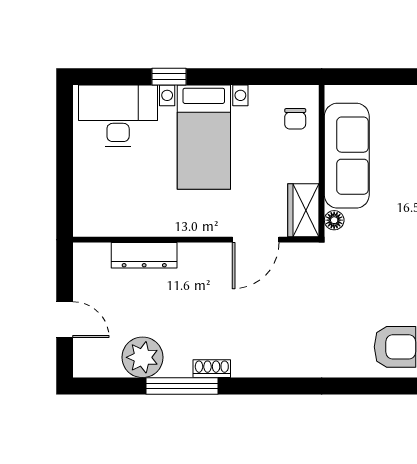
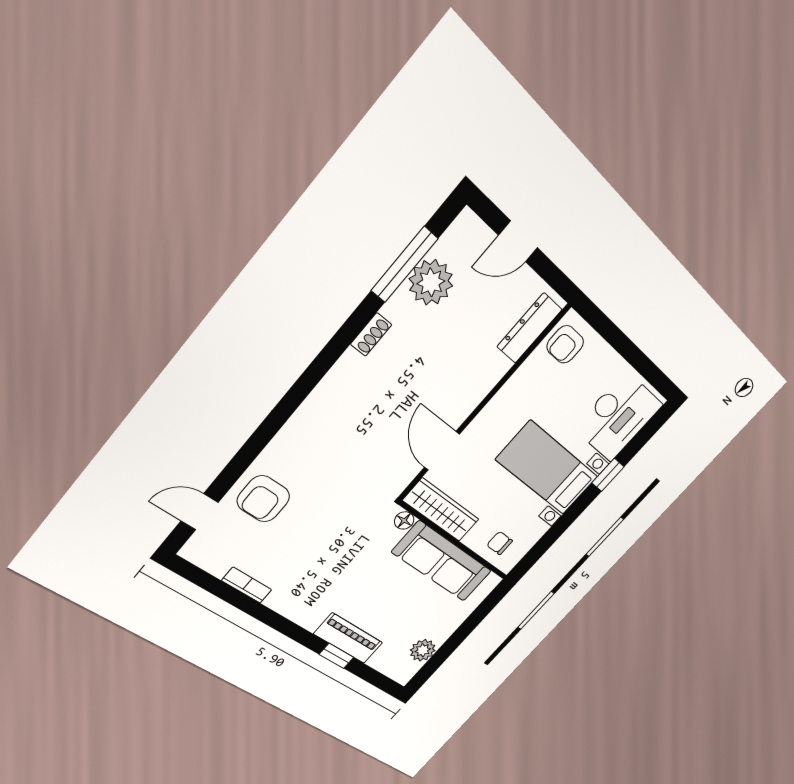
wardrobe: (303, 210) -> (441, 510), width x1.50
armchair: (102, 216) -> (565, 344), added
dresser: (144, 255) -> (529, 328), moved
window: (182, 386) -> (404, 265), moved

